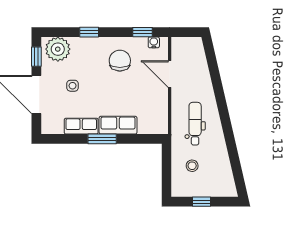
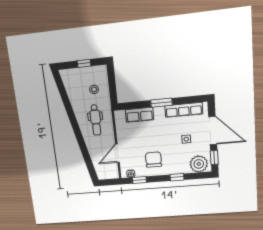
chair: (120, 61) -> (153, 160), turned 180
door: (170, 74) -> (117, 153), swing flipped
row of seats: (118, 125) -> (140, 115), moved
row of seats: (81, 126) -> (184, 110), width x1.48

